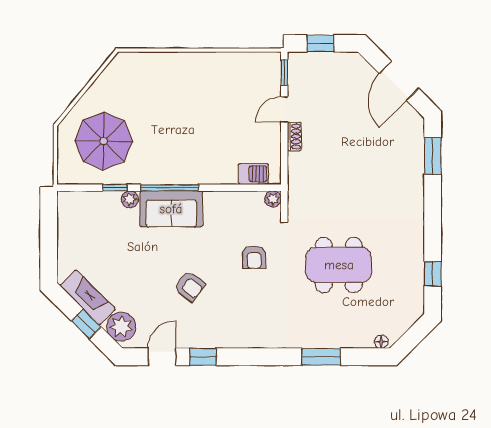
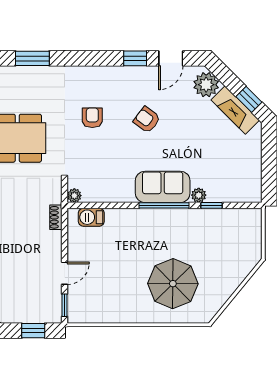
shoe rack: (294, 136) -> (56, 217), moved
parasol: (104, 141) -> (173, 284), moved
armchair: (254, 257) -> (92, 118), moved
window: (86, 324) -> (249, 99), moved

